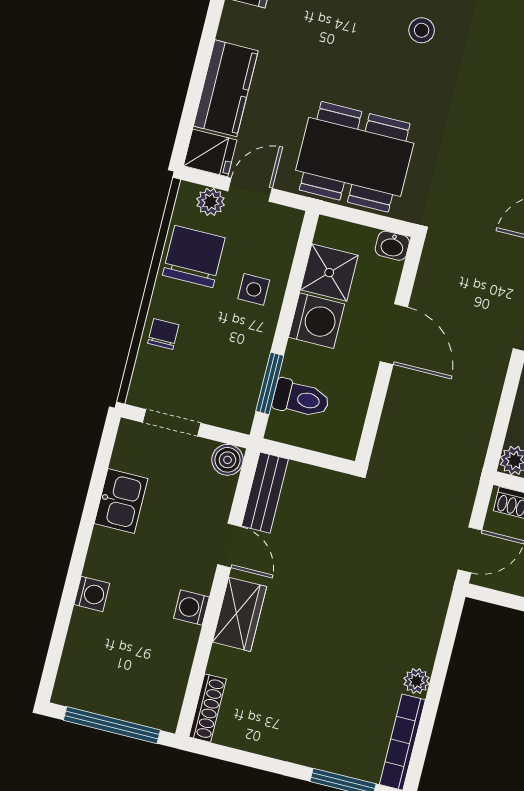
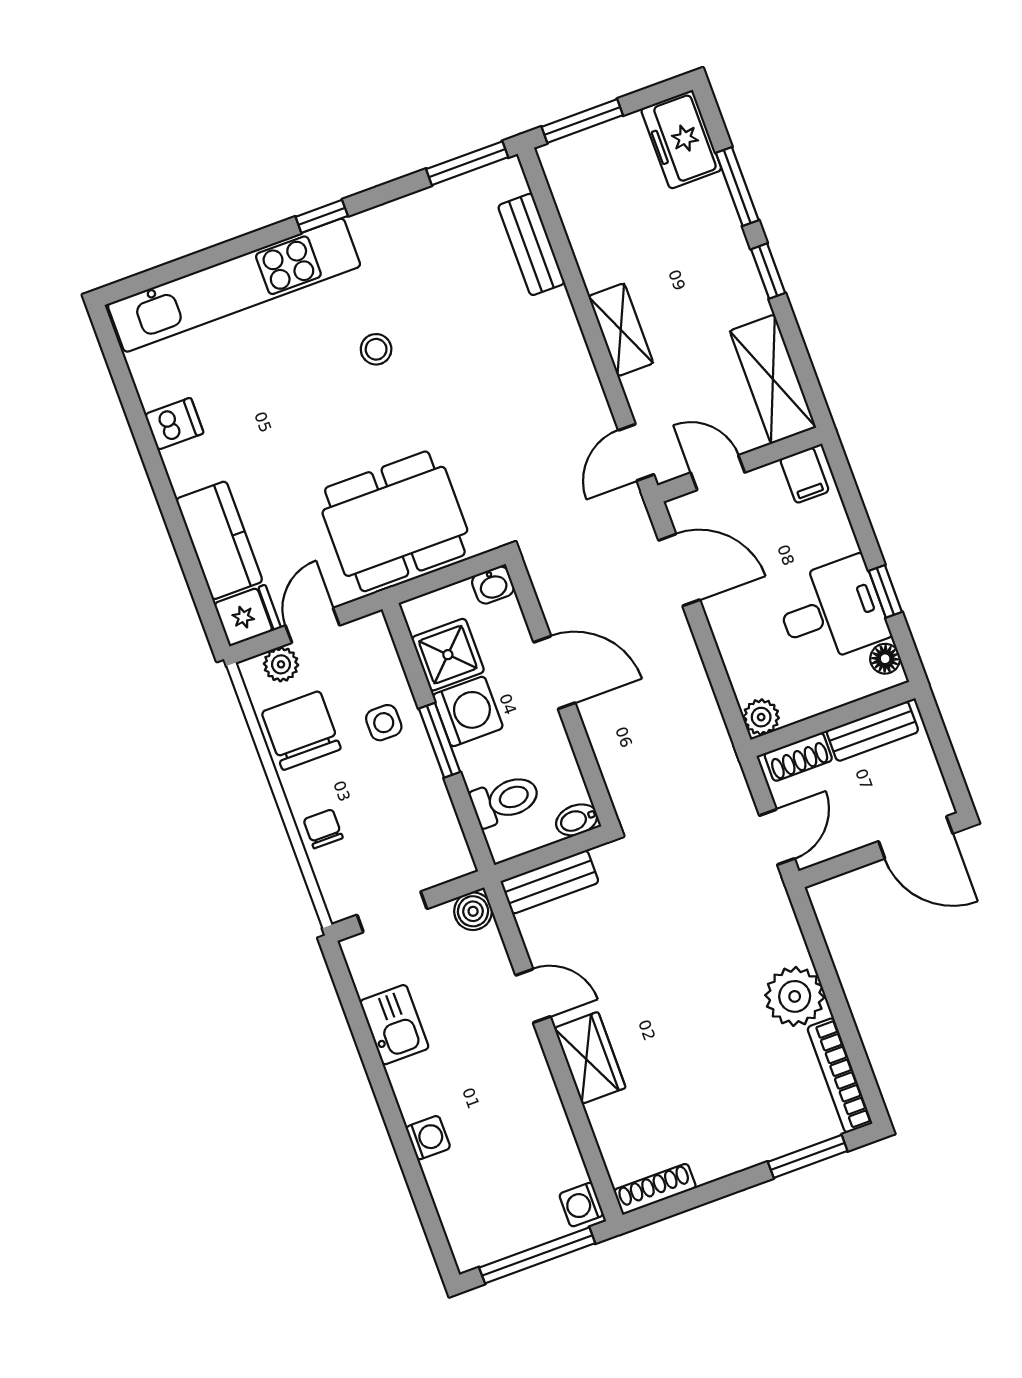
window: (270, 383) -> (439, 740), moved
bidet: (341, 445) -> (577, 820), added
bench: (265, 493) -> (550, 882), moved, turned 90
washing machine: (191, 608) -> (581, 1205), moved
plant: (416, 681) -> (795, 996), width x1.88, depth x1.88
shoe rack: (208, 708) -> (655, 1189), moved, turned -90

